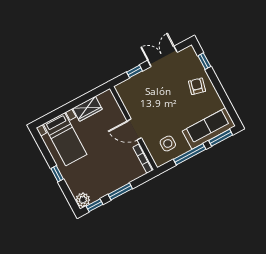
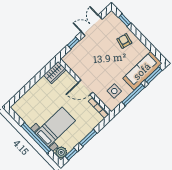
wardrobe: (87, 109) -> (55, 72), moved
bed with nightstands: (65, 139) -> (55, 127), moved, turned -90
window: (57, 174) -> (36, 138), width x3.17

